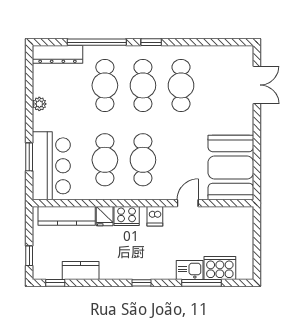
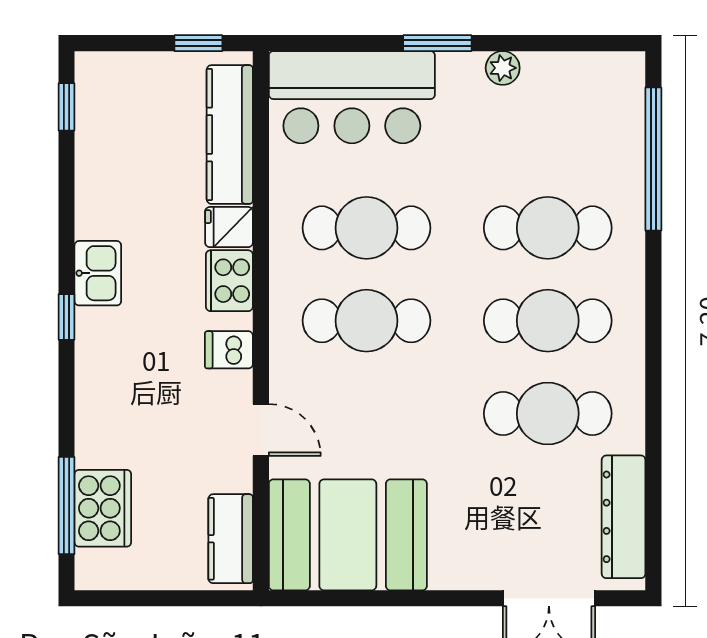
window: (97, 42) -> (653, 159), moved
window: (151, 42) -> (653, 341), removed
dresser: (58, 54) -> (624, 517), moved
window: (29, 157) -> (437, 43), moved
window: (29, 256) -> (198, 43), moved
kitchen counter: (81, 270) -> (231, 539), moved, turned 180
kitchen sink: (190, 270) -> (98, 273), moved
window: (201, 283) -> (67, 506), moved

